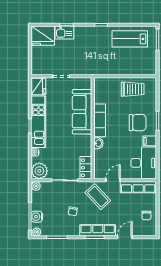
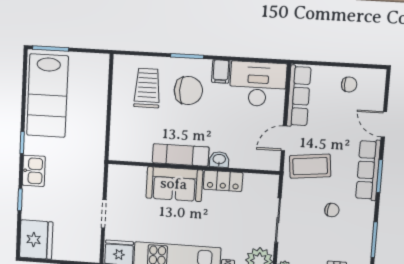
kitchen sink: (64, 33) -> (34, 171), moved
lab bench: (130, 39) -> (47, 96), width x1.36, depth x1.39
trolley: (133, 89) -> (147, 88), moved
sofa: (82, 112) -> (174, 184), width x0.73
chair: (138, 123) -> (188, 91), turned 90
locker: (86, 168) -> (223, 181), moved
door: (113, 180) -> (284, 138), hinge flipped
coffee table: (98, 197) -> (310, 166), turned 37

